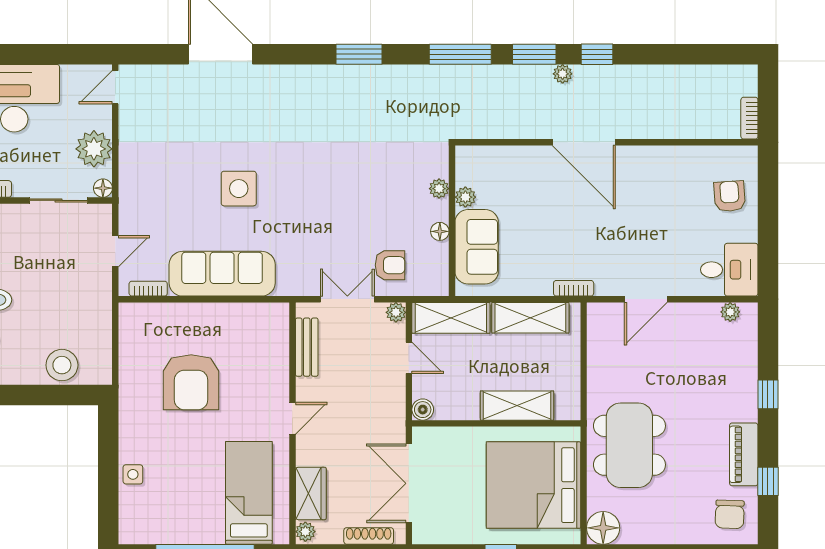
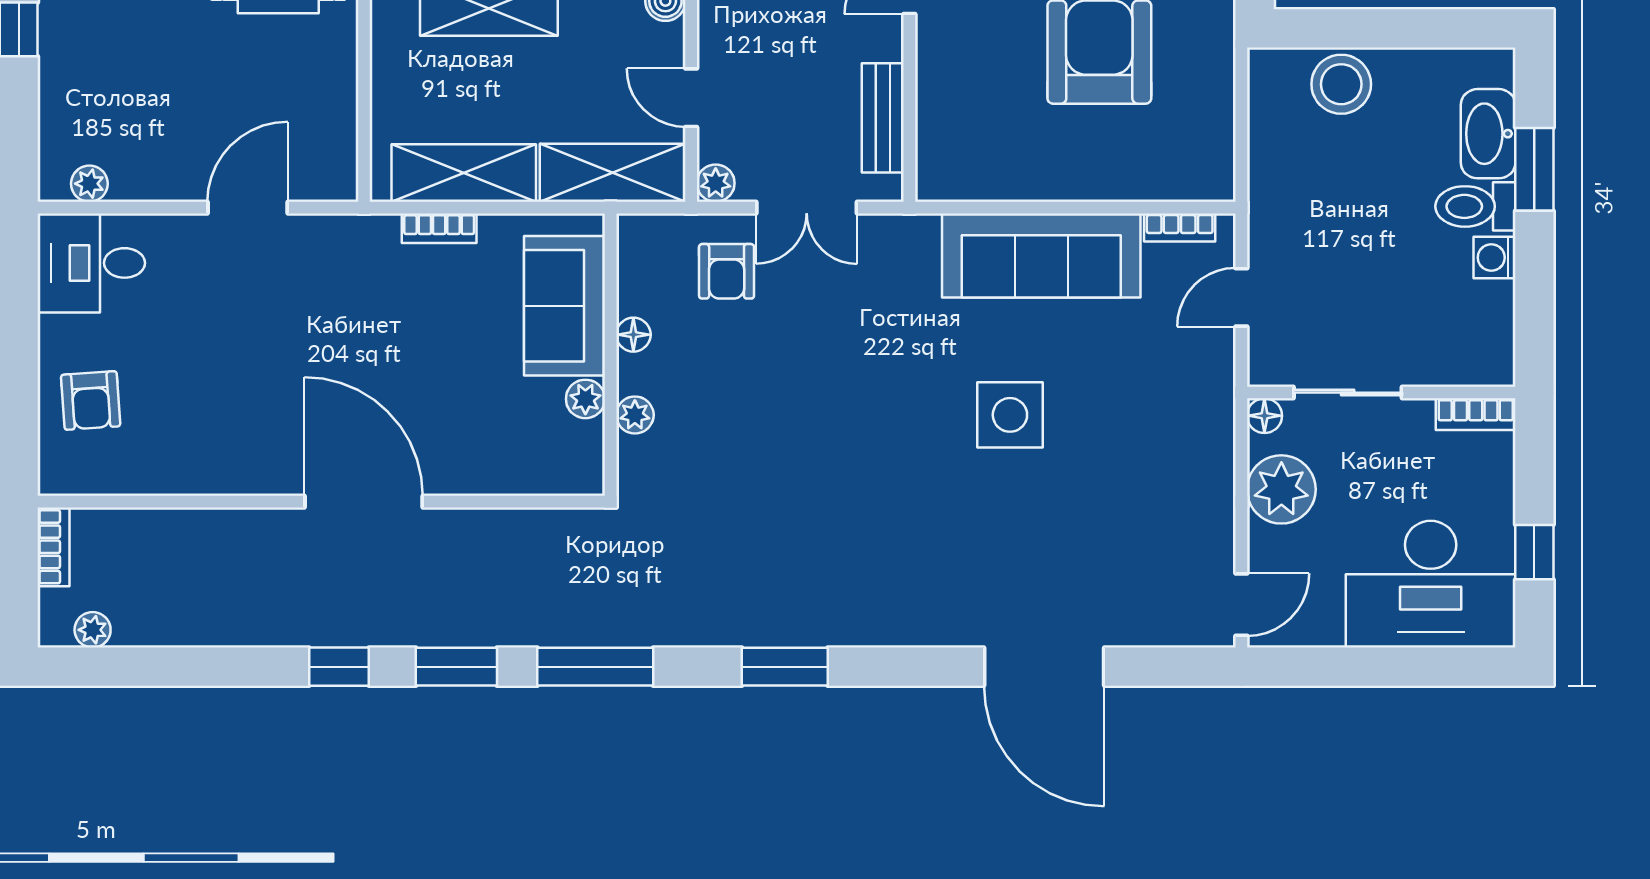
plant: (563, 74) -> (93, 630), moved
armchair: (390, 265) -> (727, 271), turned -90
bookcase: (574, 288) -> (439, 228), moved

